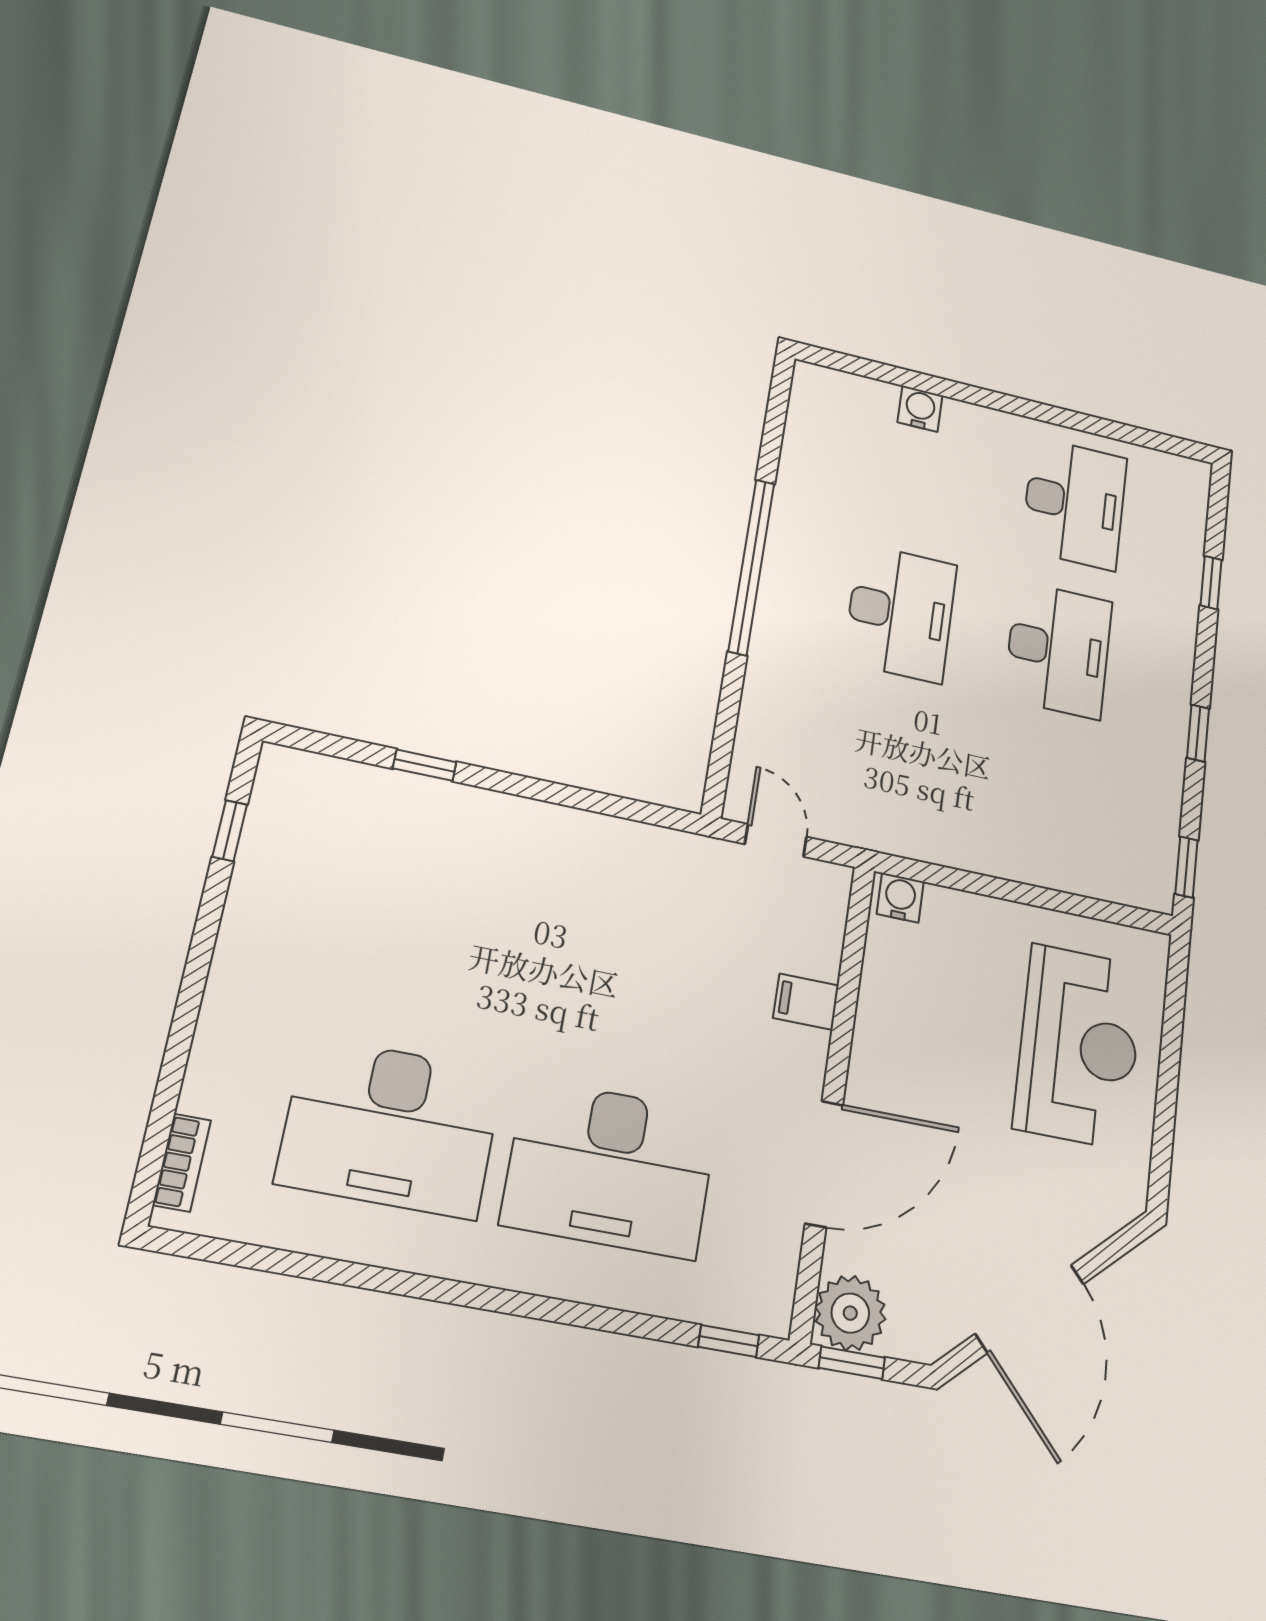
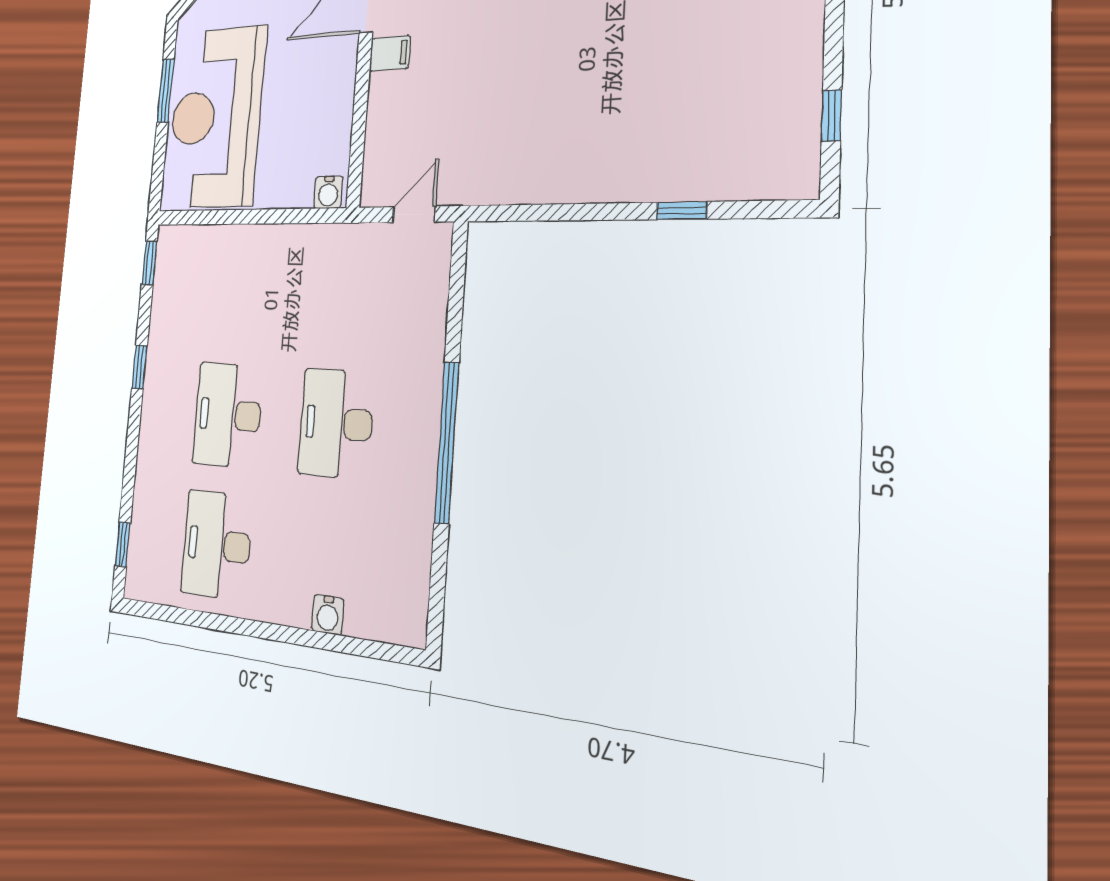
window: (1211, 583) -> (123, 544), moved
door: (776, 840) -> (414, 214), swing flipped
filing cabinet: (806, 1002) -> (390, 53), moved
reception desk: (1079, 1046) -> (216, 117), width x1.36, depth x1.30
window: (1166, 1108) -> (166, 91), added

